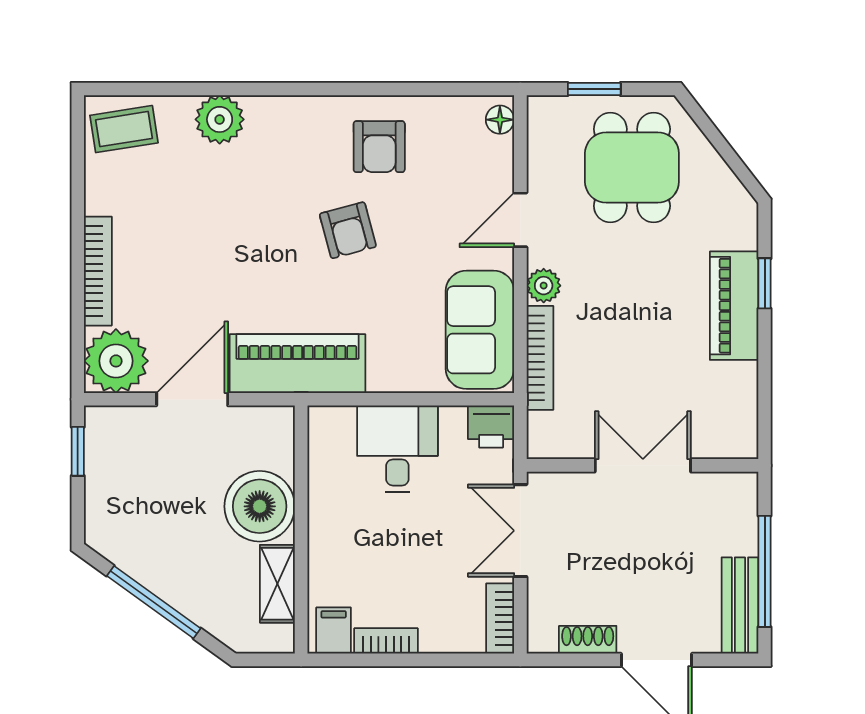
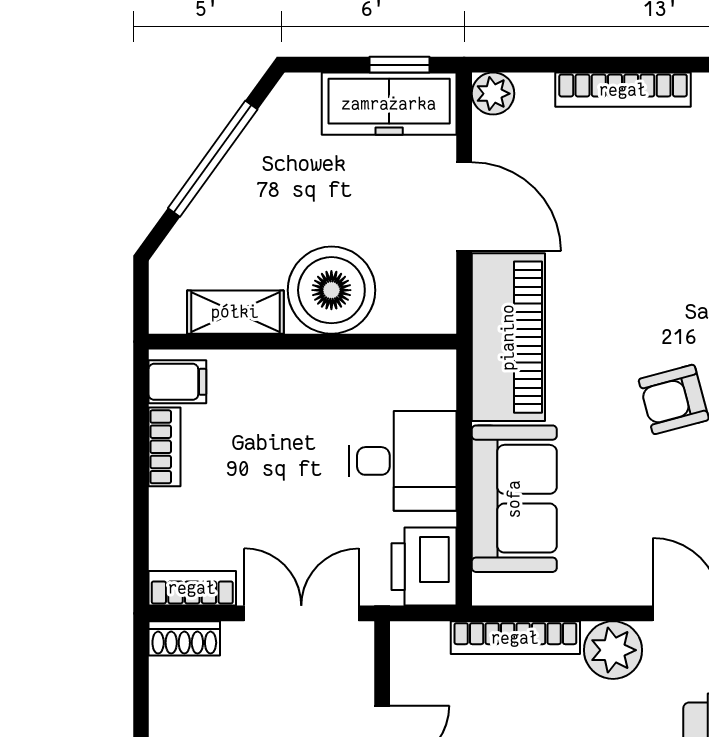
plant: (544, 286) -> (613, 650), width x1.38, depth x1.38
sofa: (480, 330) -> (514, 499), moved, turned 90
plant: (116, 361) -> (493, 94), width x0.53, depth x0.53
printer: (491, 427) -> (424, 567), width x1.36, depth x1.24
freezer: (109, 460) -> (389, 104), added
shoe rack: (588, 640) -> (184, 638), moved, turned 90

